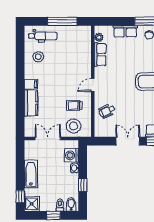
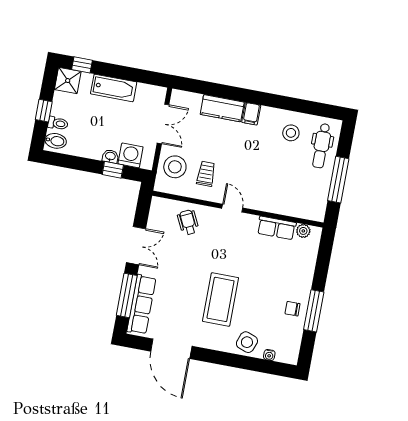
row of seats: (125, 31) -> (305, 273), removed
window: (83, 185) -> (113, 170), moved

